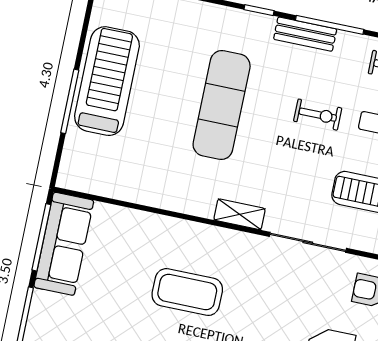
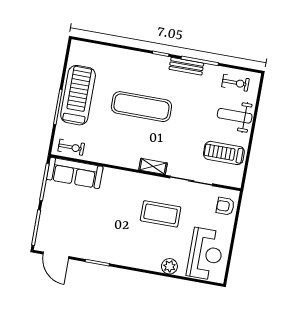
exercise mat: (222, 105) -> (141, 107), turned 90
exercise bike: (318, 115) -> (71, 147), moved
sofa: (64, 244) -> (75, 173), moved, turned 90
coffee table: (187, 292) -> (161, 214), moved

